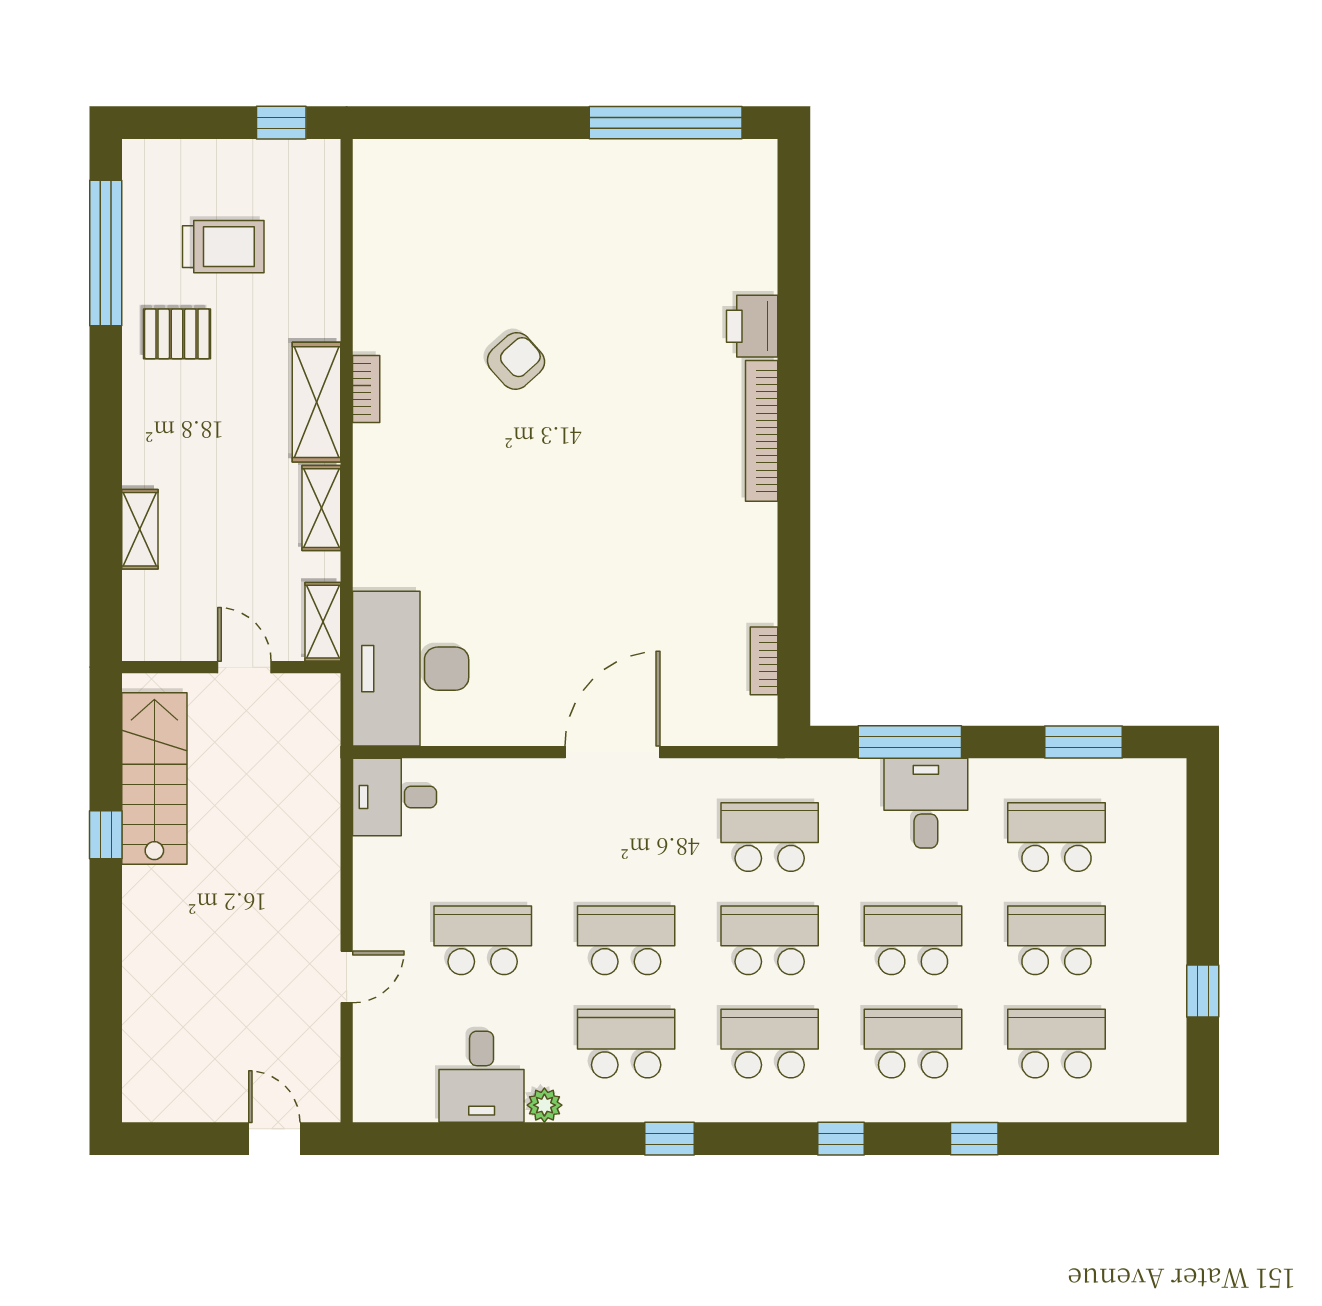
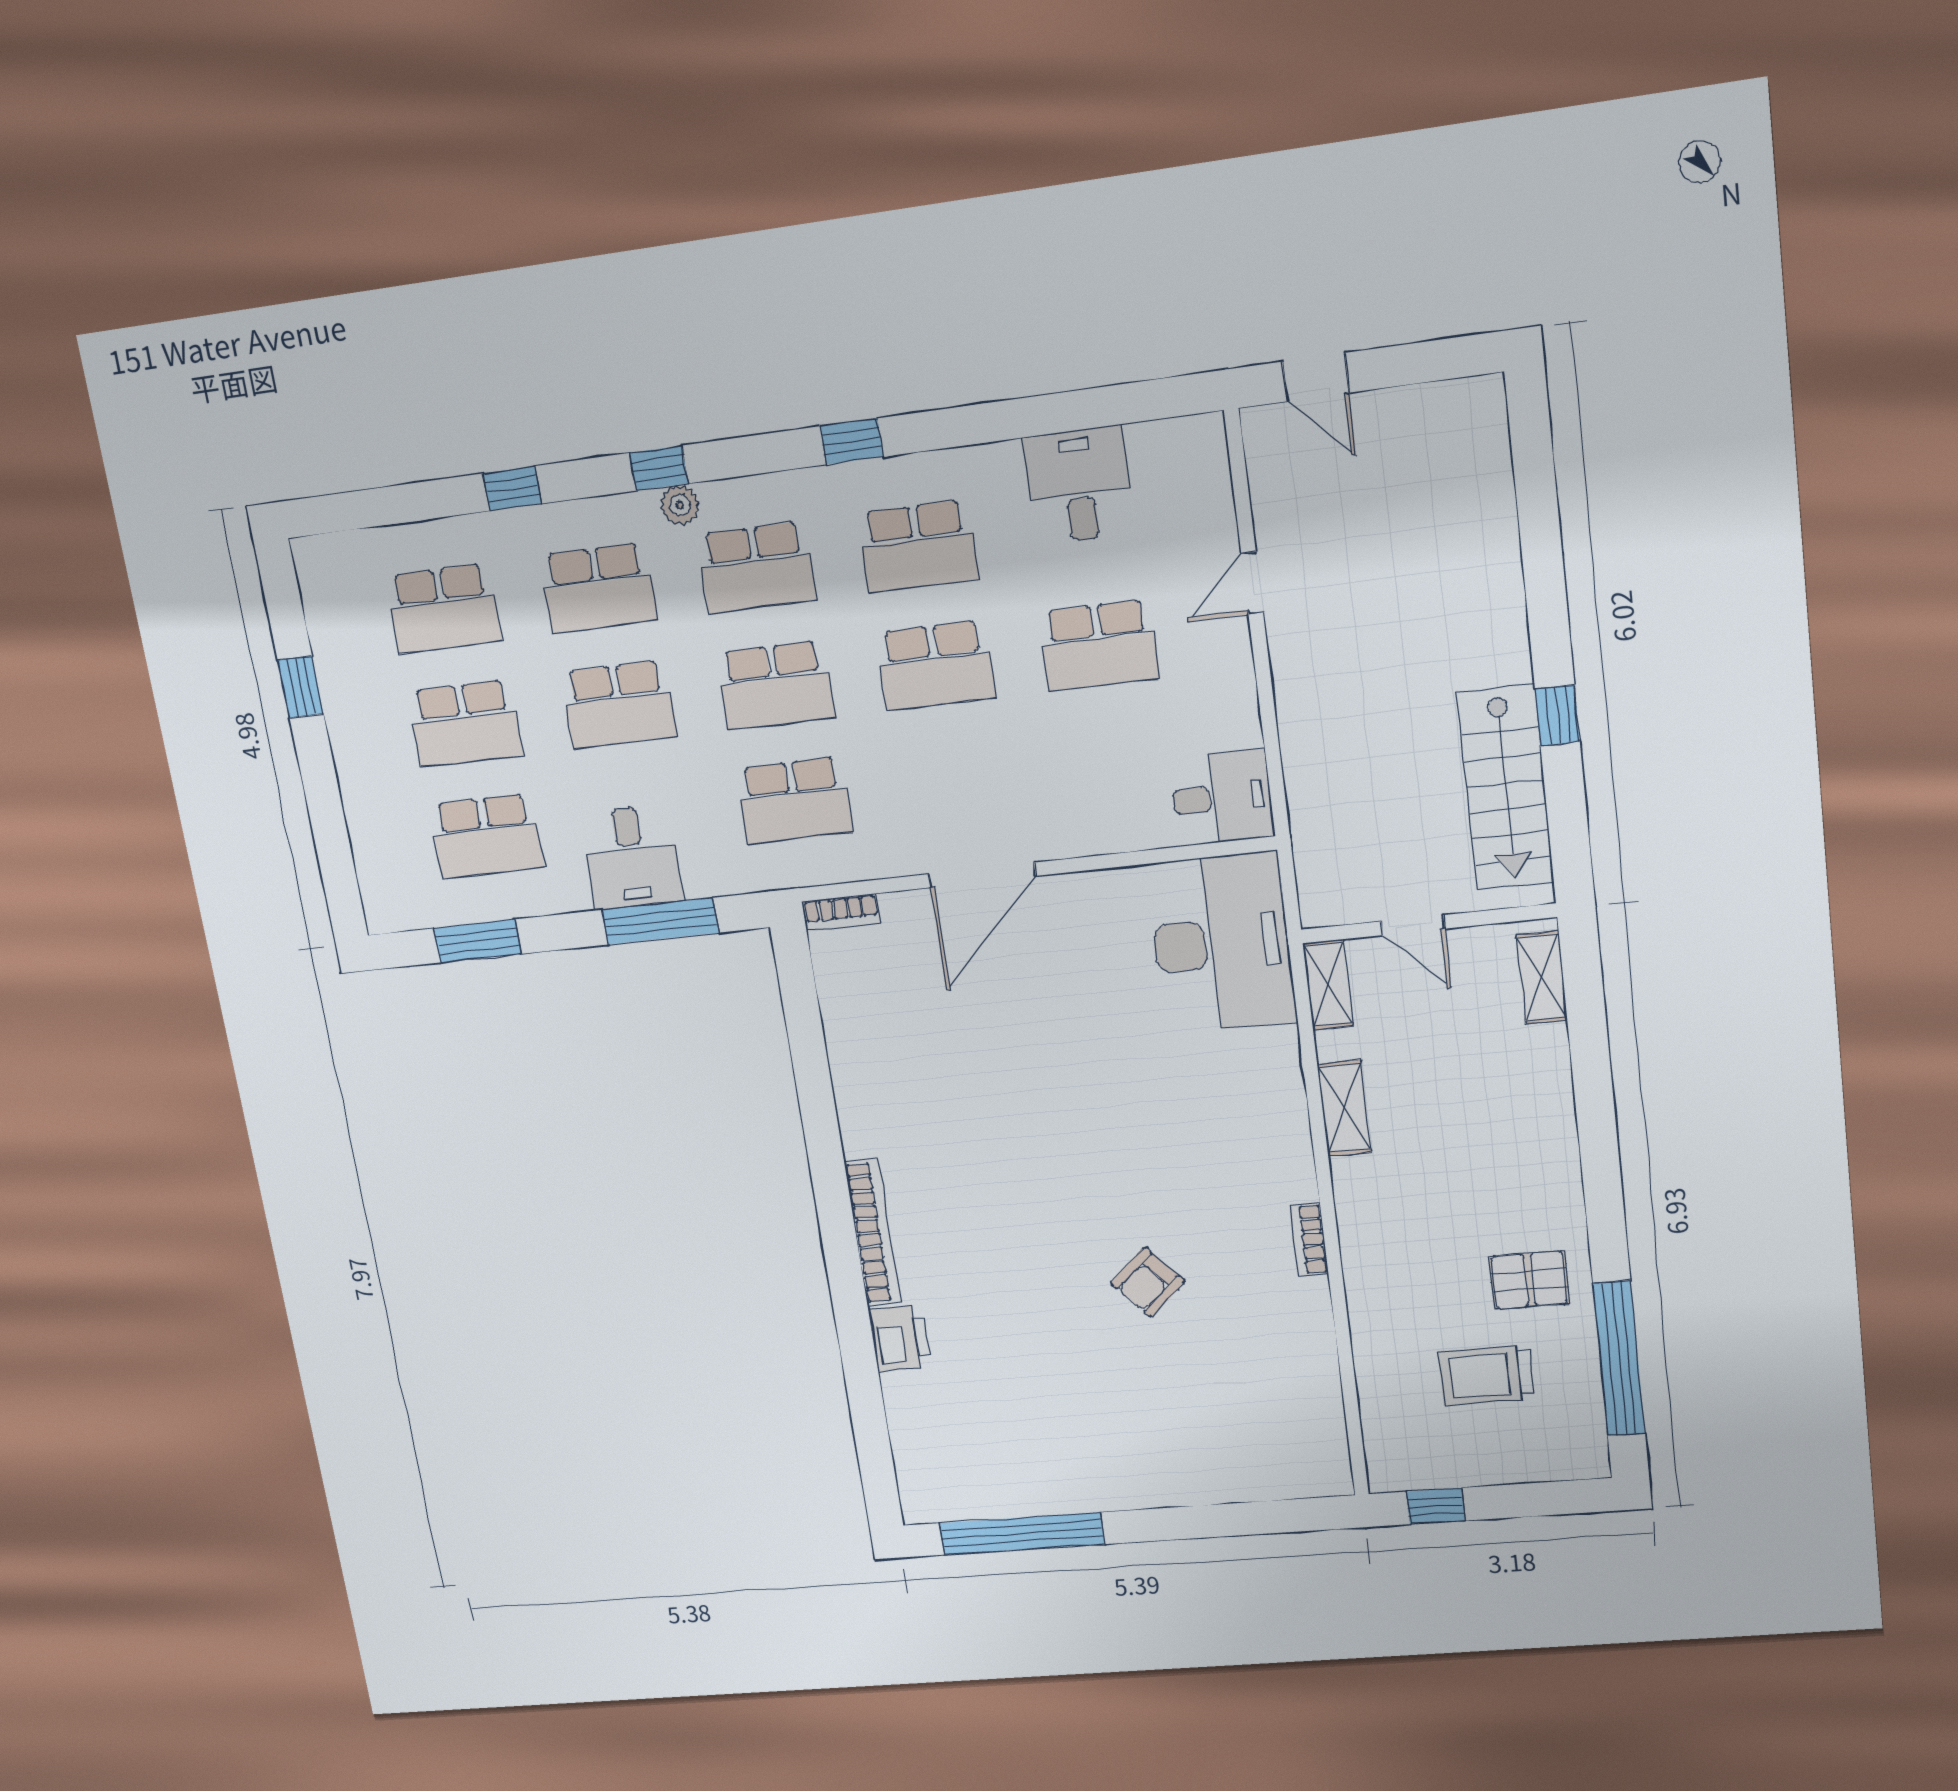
shelving: (316, 402) -> (1363, 1221), removed
shelving: (140, 529) -> (1542, 978), moved
bookcase: (764, 661) -> (841, 912), moved, turned 90
plant: (544, 1105) -> (680, 505), moved

